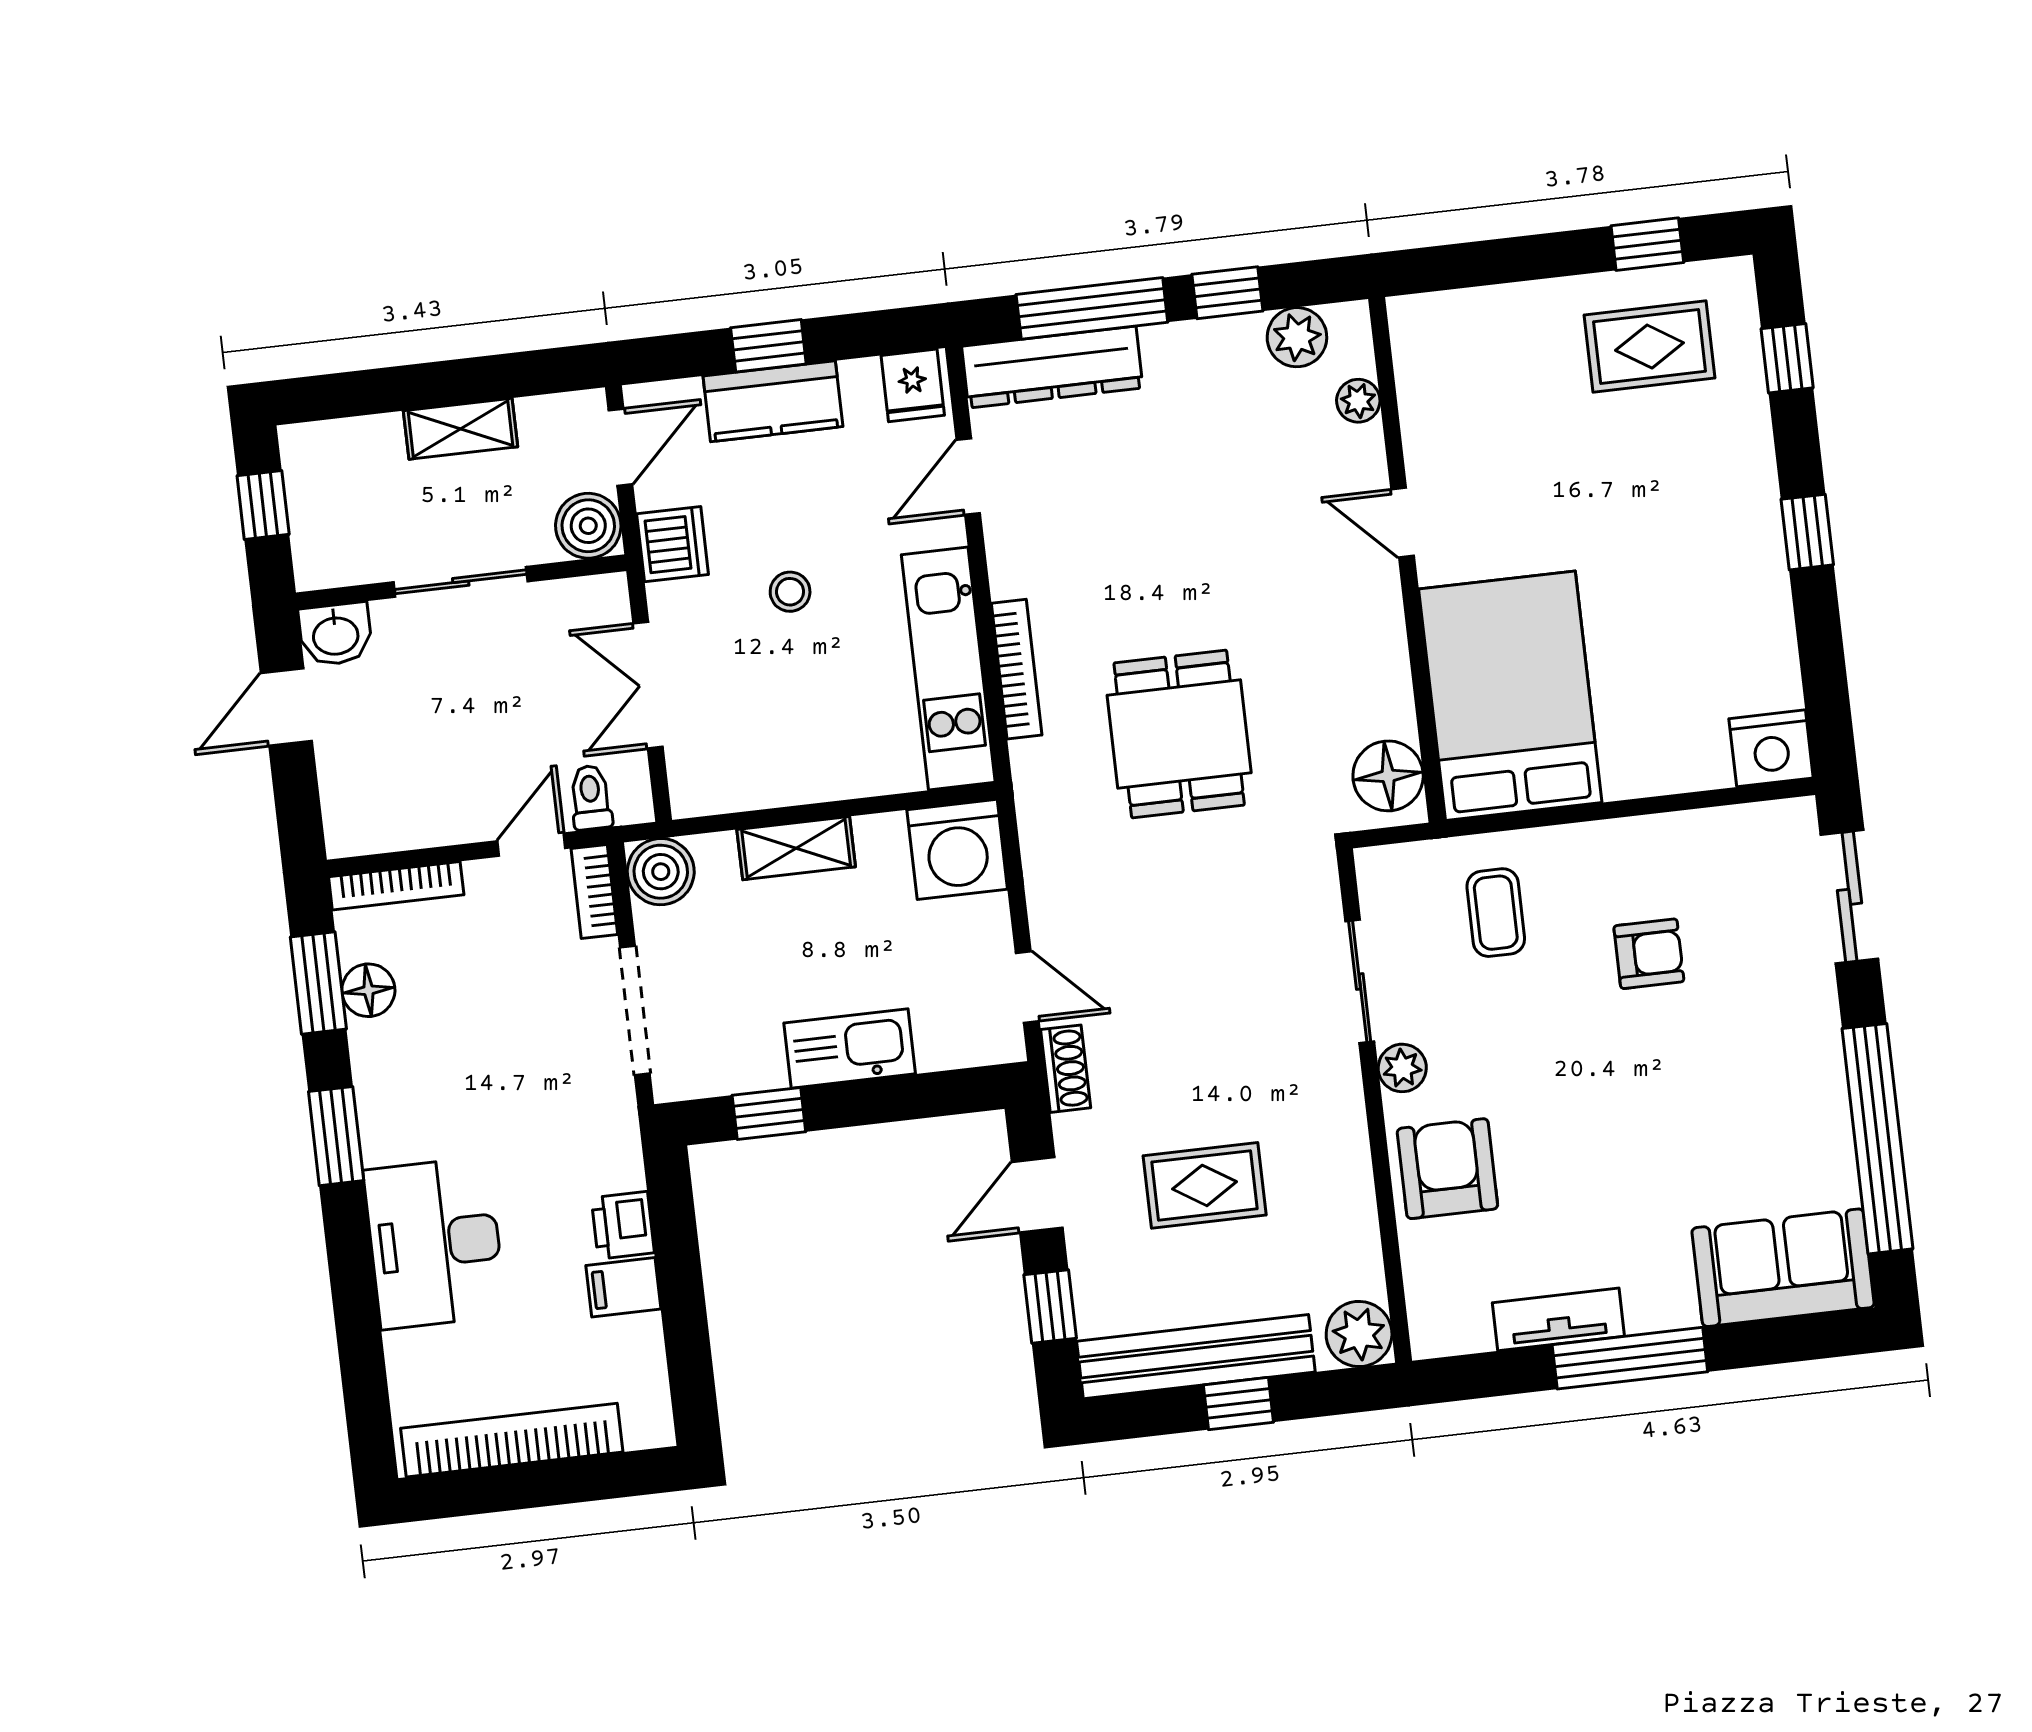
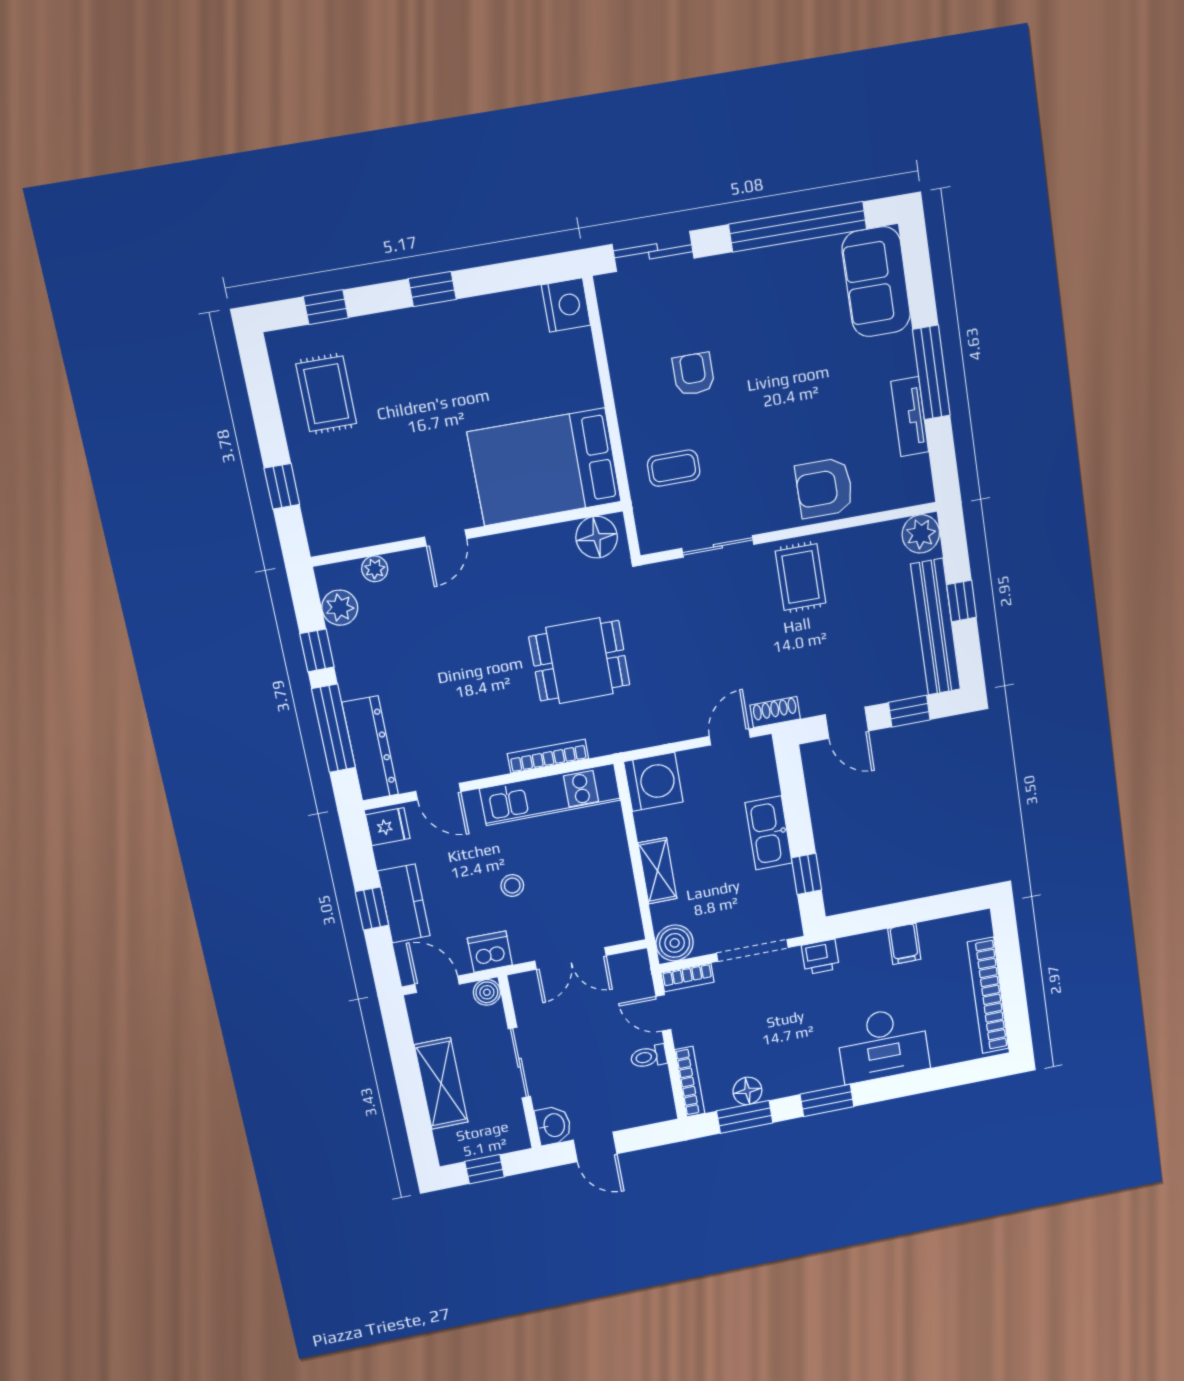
window: (1647, 244) -> (282, 486), moved
shelving: (460, 429) -> (441, 1084), width x1.50, depth x1.33
boiler: (588, 526) -> (487, 992), width x0.73, depth x0.73
toilet: (591, 798) -> (649, 1057), moved
plant: (1402, 1068) -> (767, 518), removed
rug: (1205, 1185) -> (801, 577), moved
printer: (623, 1225) -> (820, 957), moved

